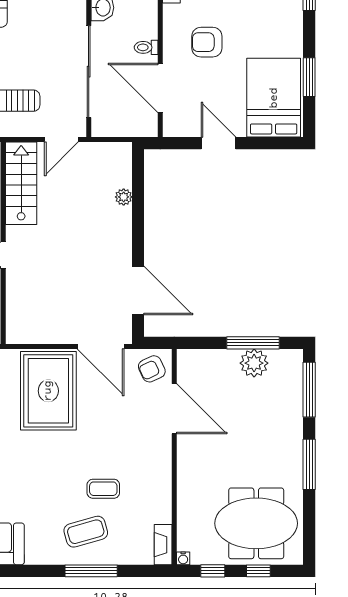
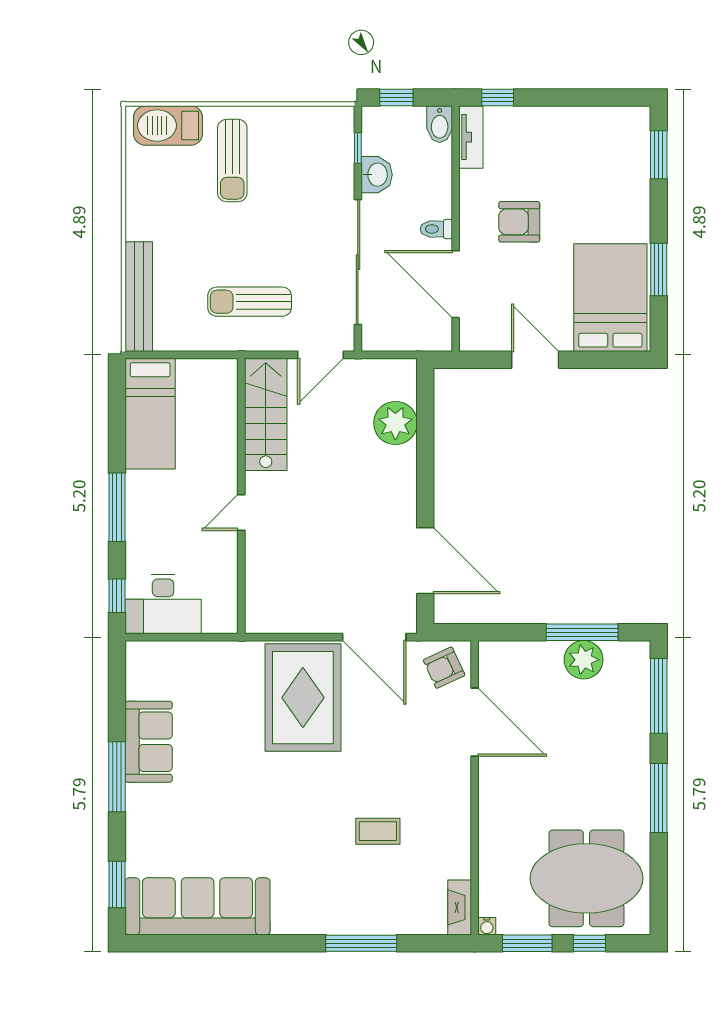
plant: (124, 197) -> (395, 423), width x1.87, depth x1.87
coffee table: (86, 532) -> (354, 890), removed
window: (213, 571) -> (527, 943), width x1.50

